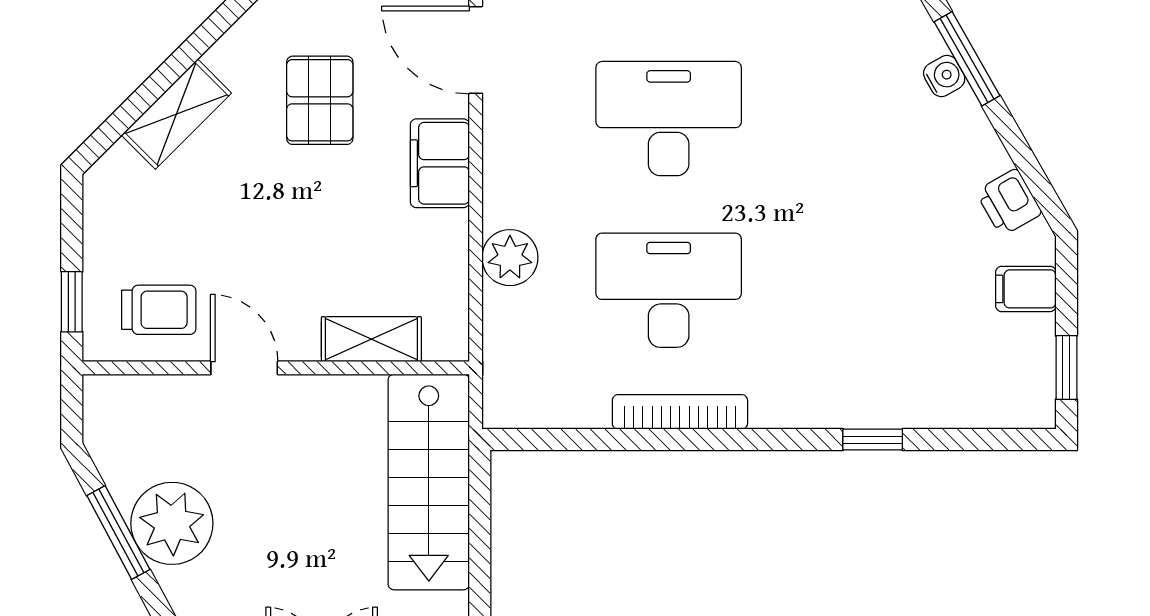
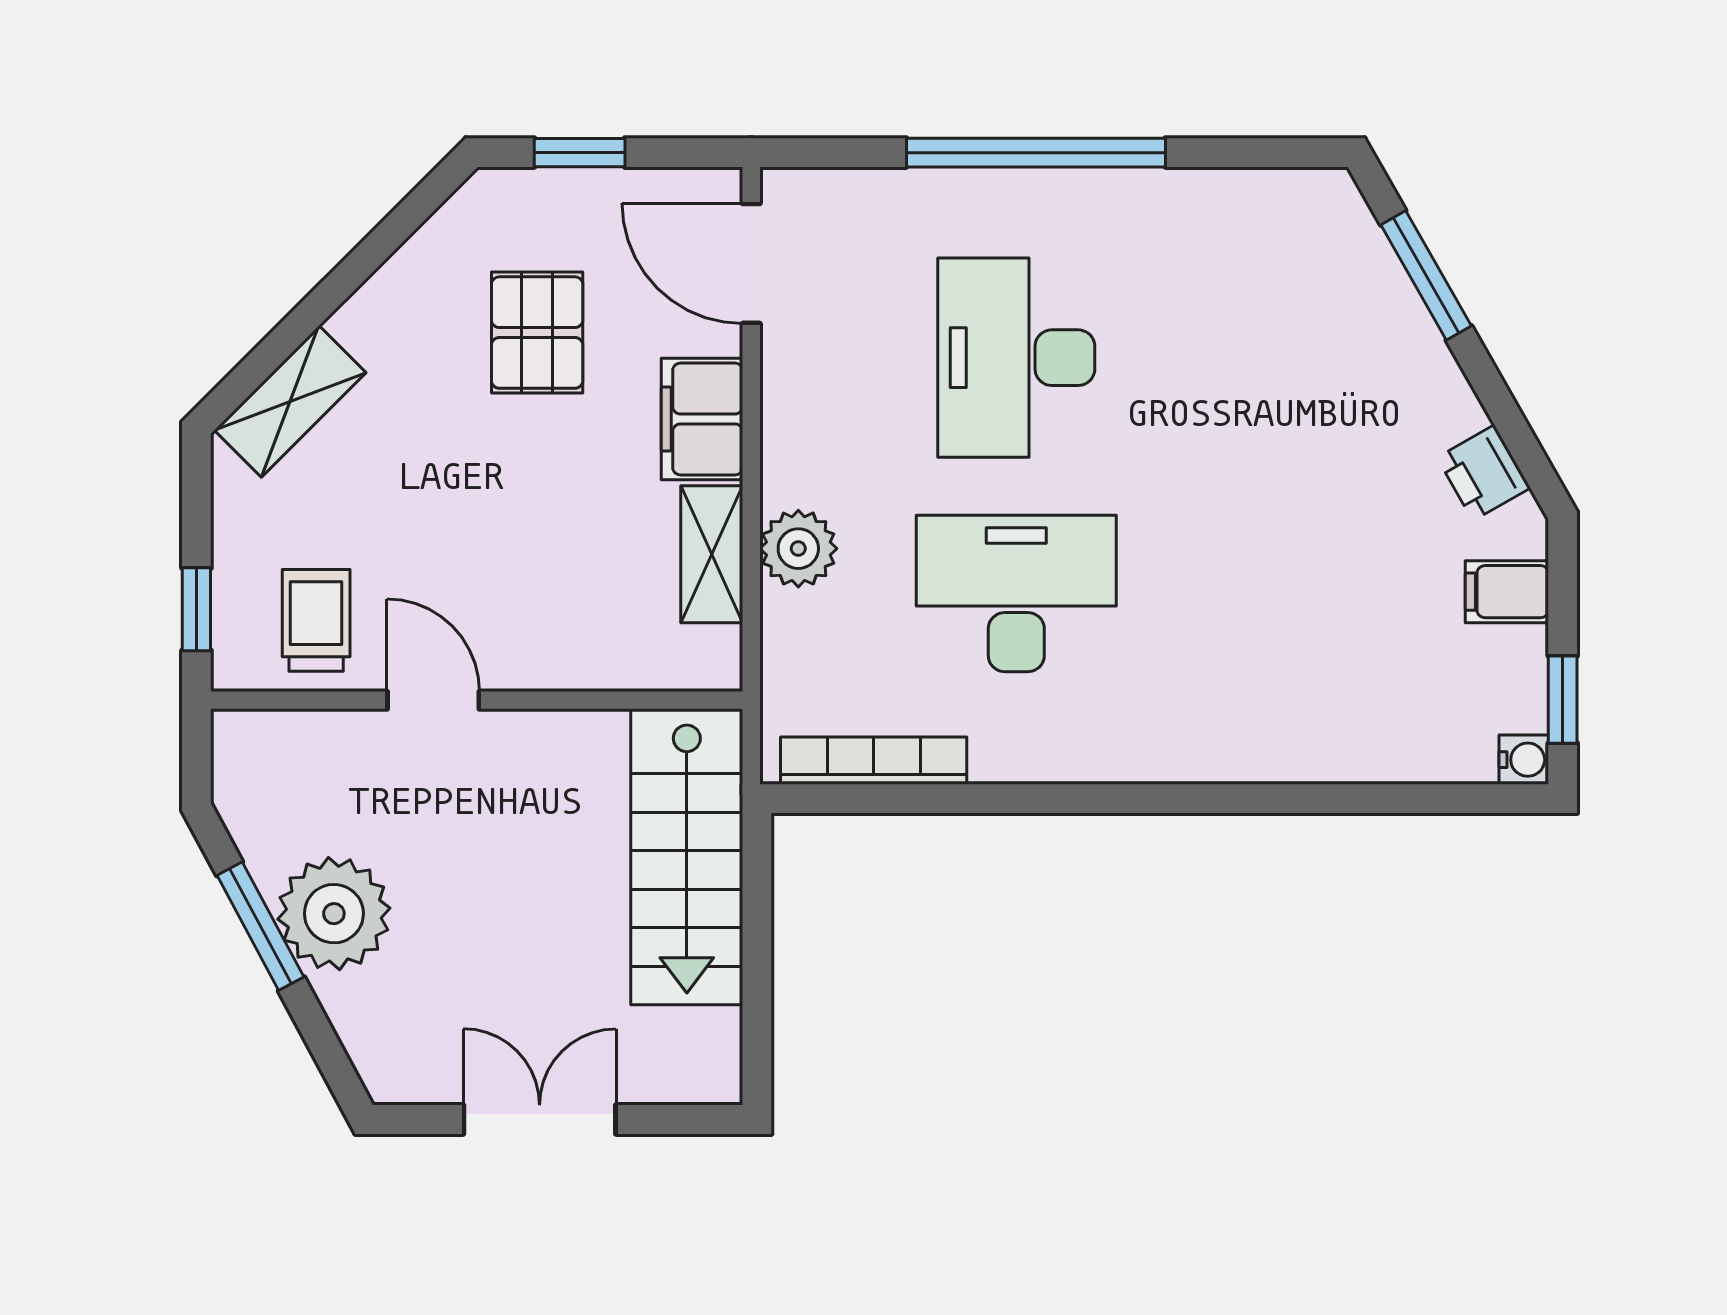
water cooler: (944, 76) -> (1524, 760), moved, turned 30
shelving: (176, 114) -> (290, 401), moved
desk: (669, 119) -> (1016, 358), turned -90
trolley: (159, 310) -> (316, 620), turned -90
shelving: (371, 339) -> (712, 554), moved, turned 90
bookcase: (680, 412) -> (874, 761), moved
window: (873, 440) -> (1297, 799), removed

